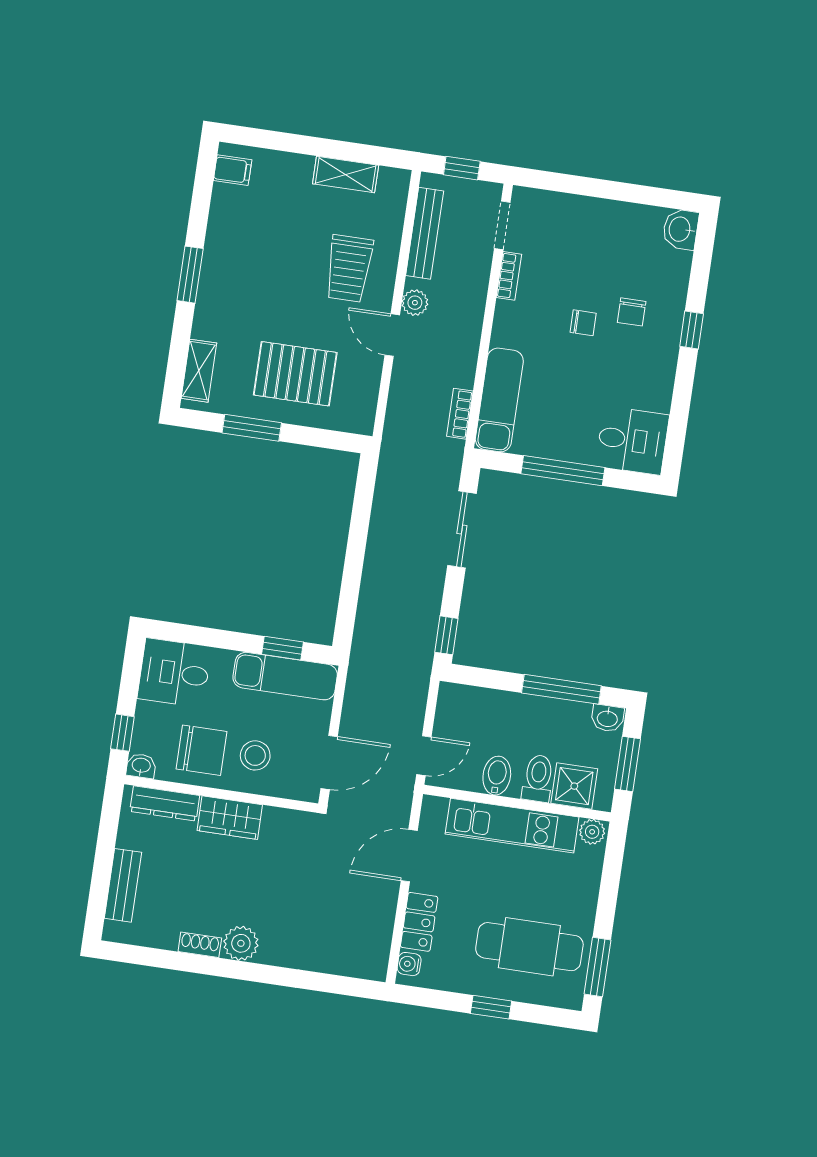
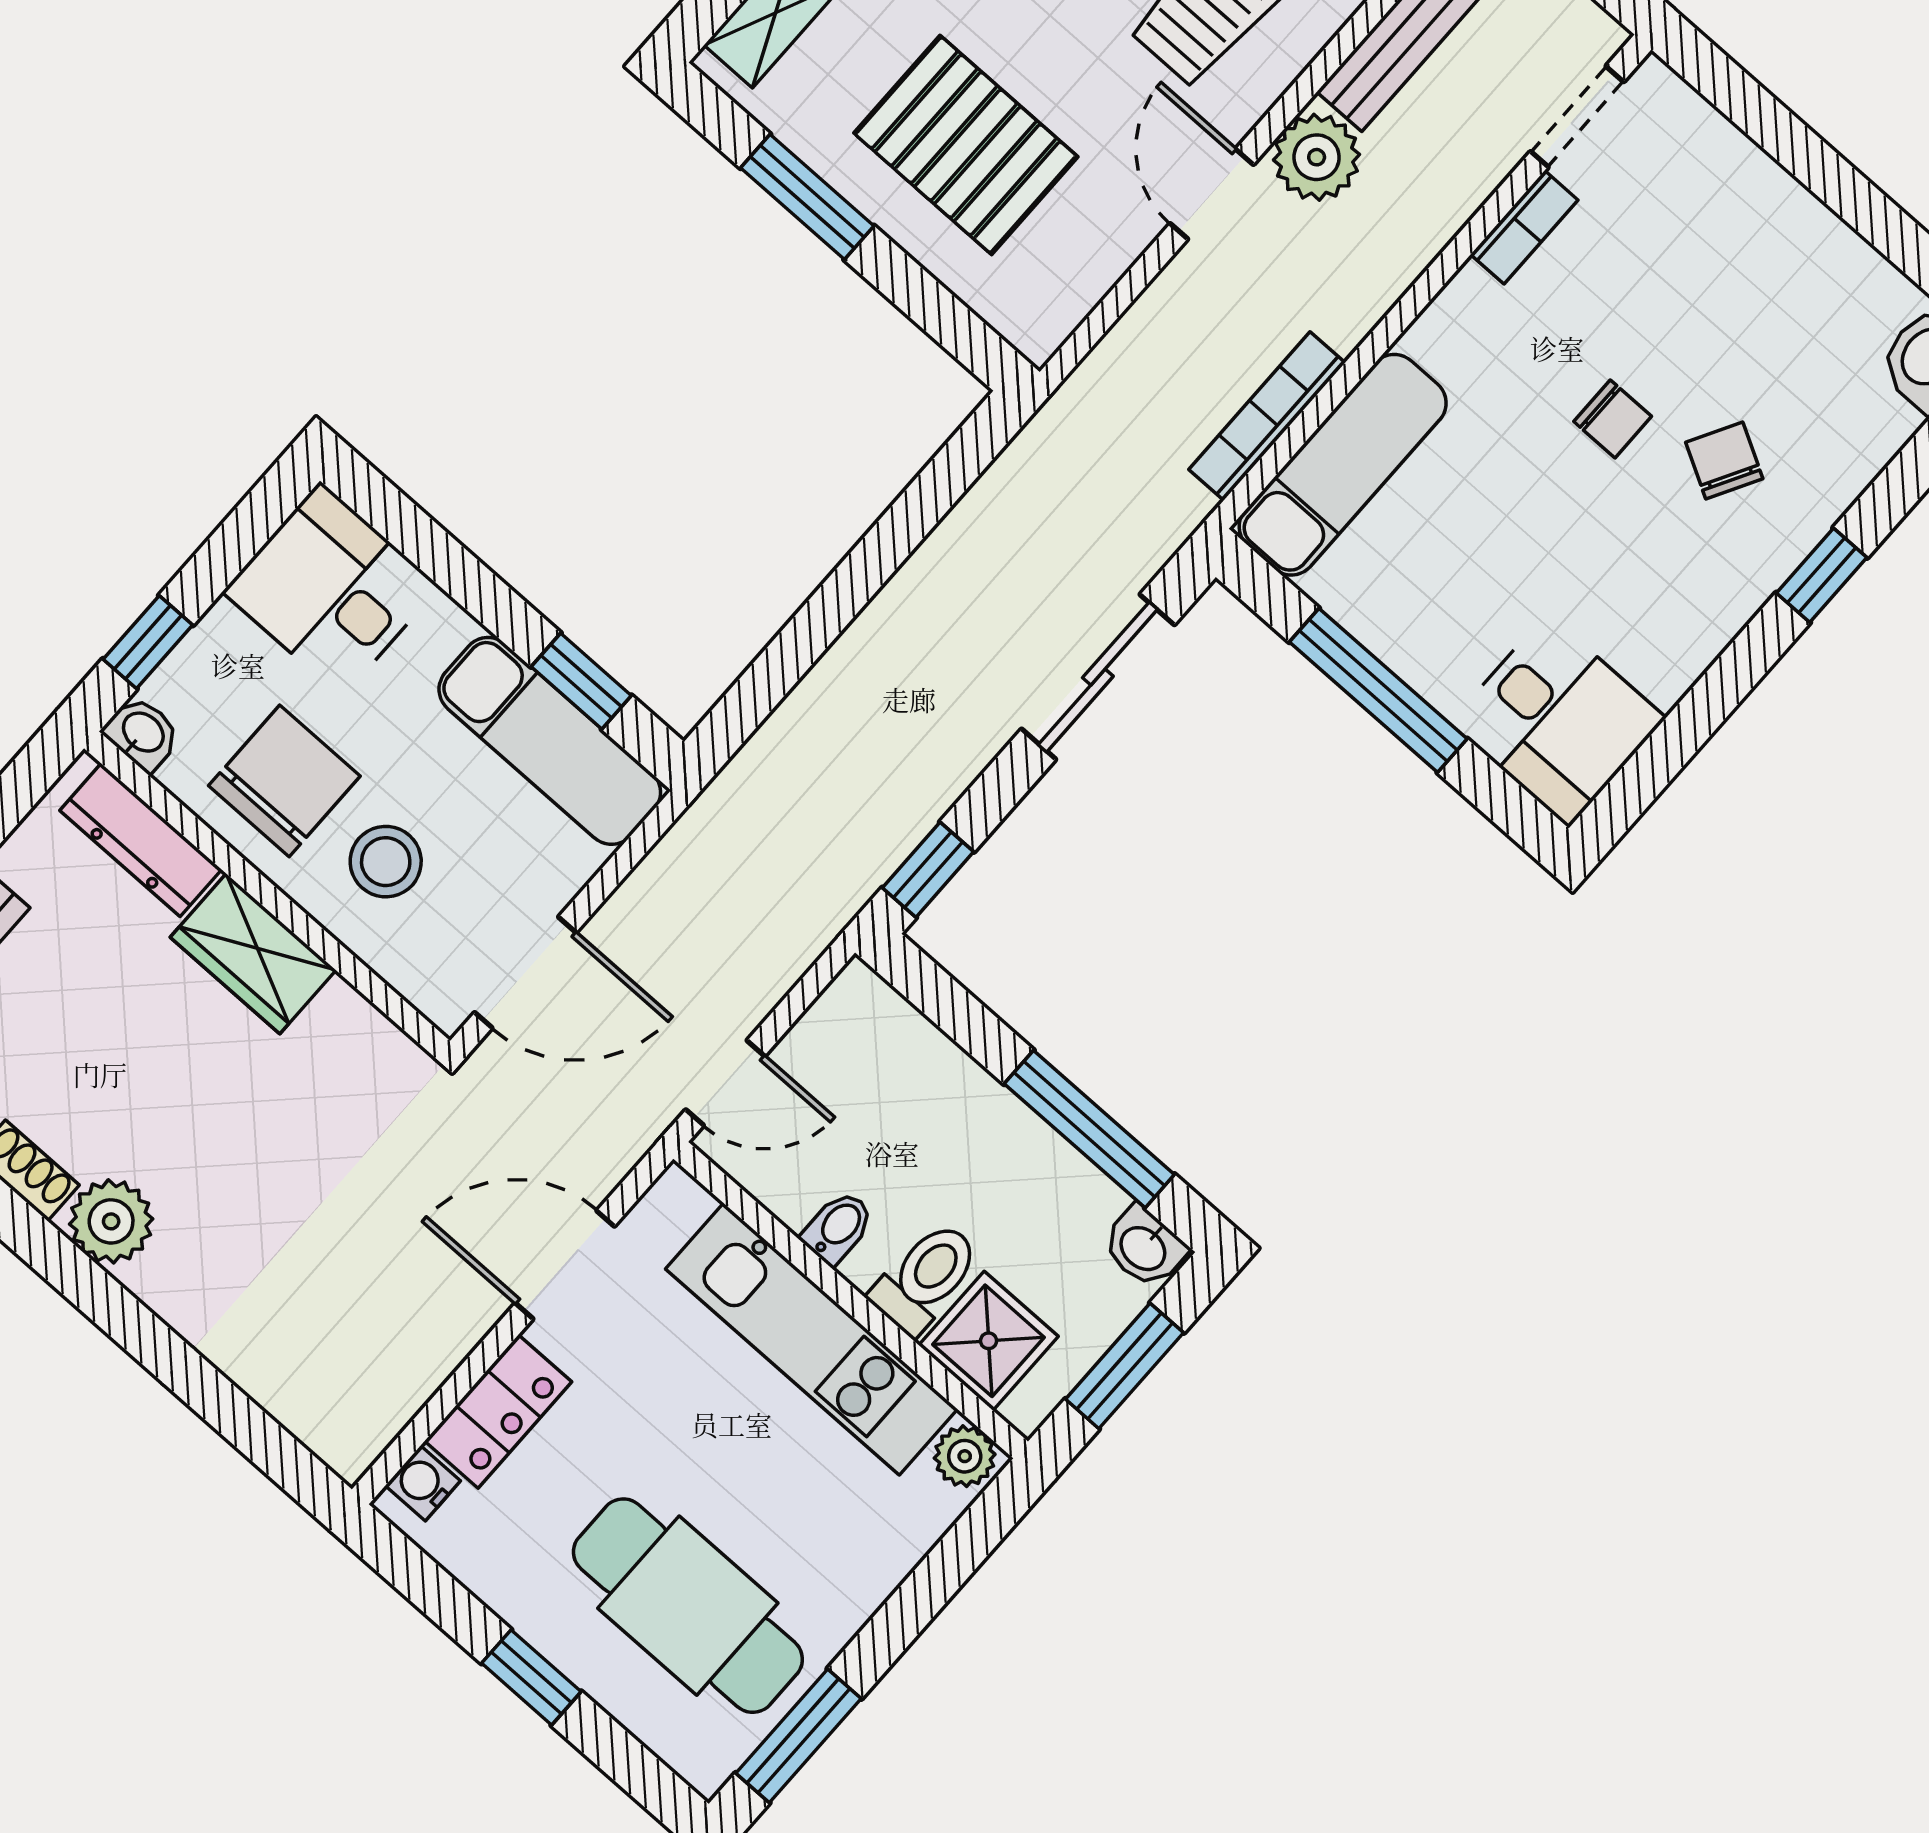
plant: (415, 303) -> (1317, 157), width x1.38, depth x1.38
chair: (632, 312) -> (1724, 461), turned 119
bookcase: (460, 414) -> (1267, 416), width x1.56
chair: (202, 750) -> (284, 781), turned -90
bidet: (497, 776) -> (838, 1228), width x0.72, depth x0.74

